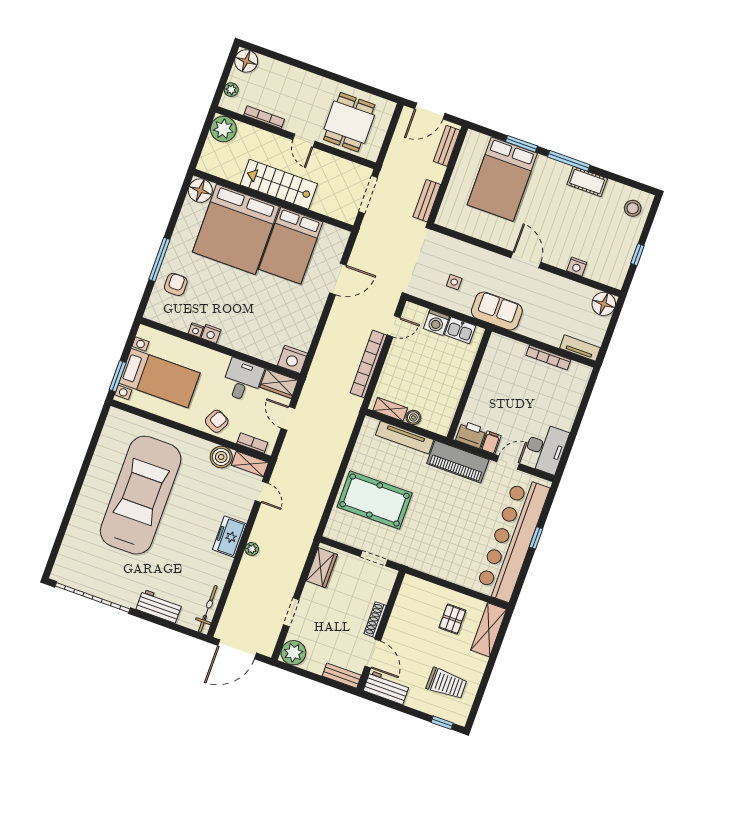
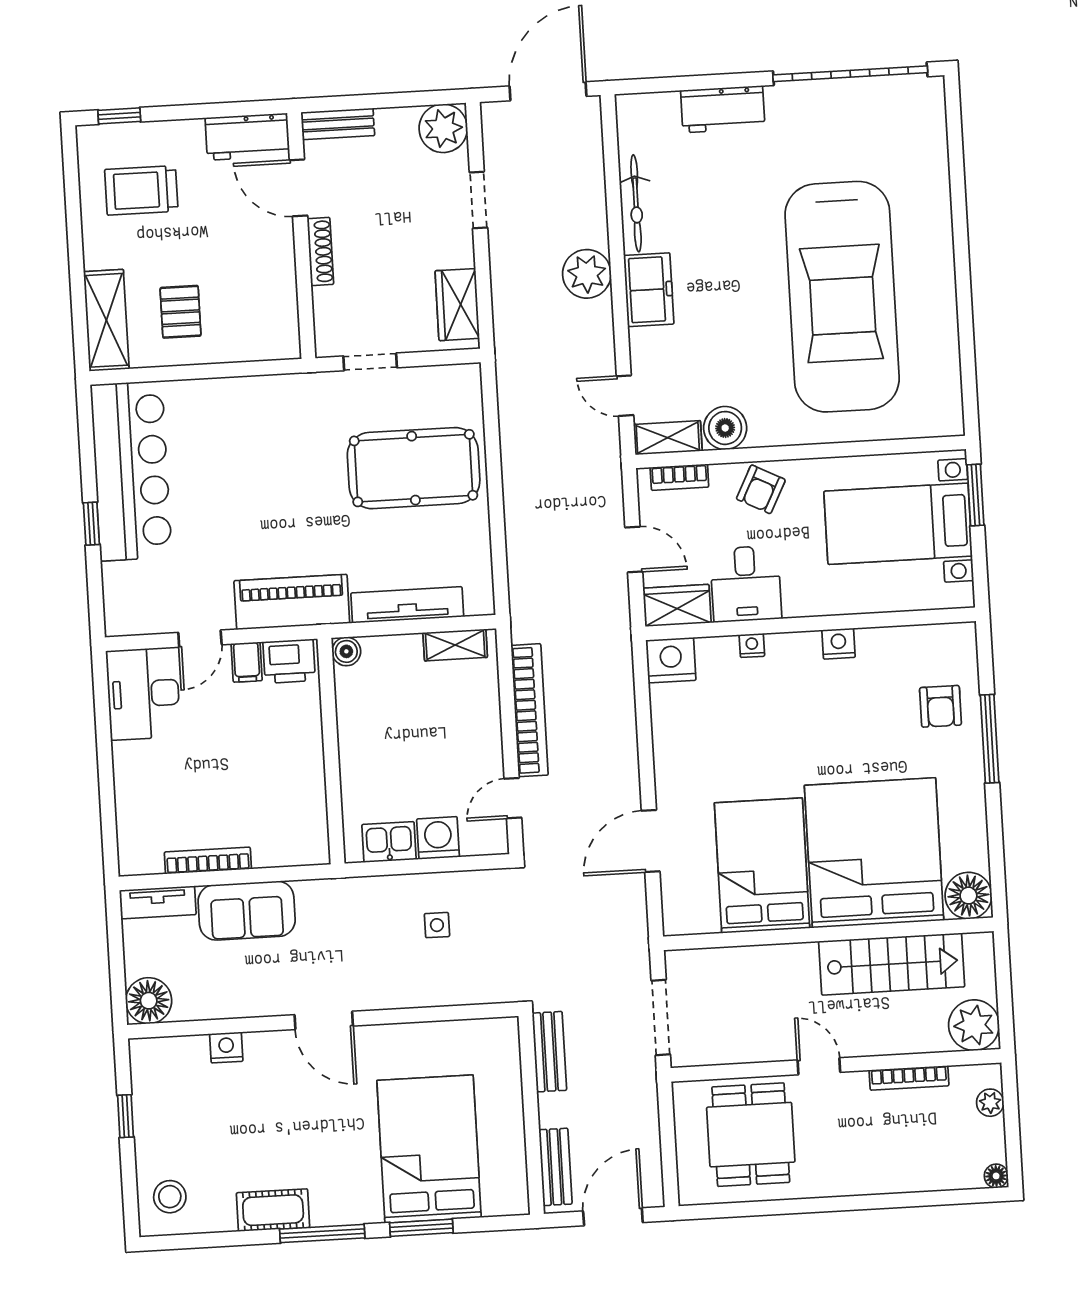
floor lamp: (246, 61) -> (996, 1176), width x0.53, depth x0.53
stairs: (279, 184) -> (892, 964), moved
sofa: (497, 311) -> (247, 911), moved
nightstand: (196, 330) -> (752, 645), moved
boiler: (413, 417) -> (346, 651), moved
bar counter: (512, 539) -> (131, 471), width x0.73
plant: (252, 549) -> (587, 274), width x1.87, depth x1.87
bicycle: (208, 609) -> (636, 203), moved

